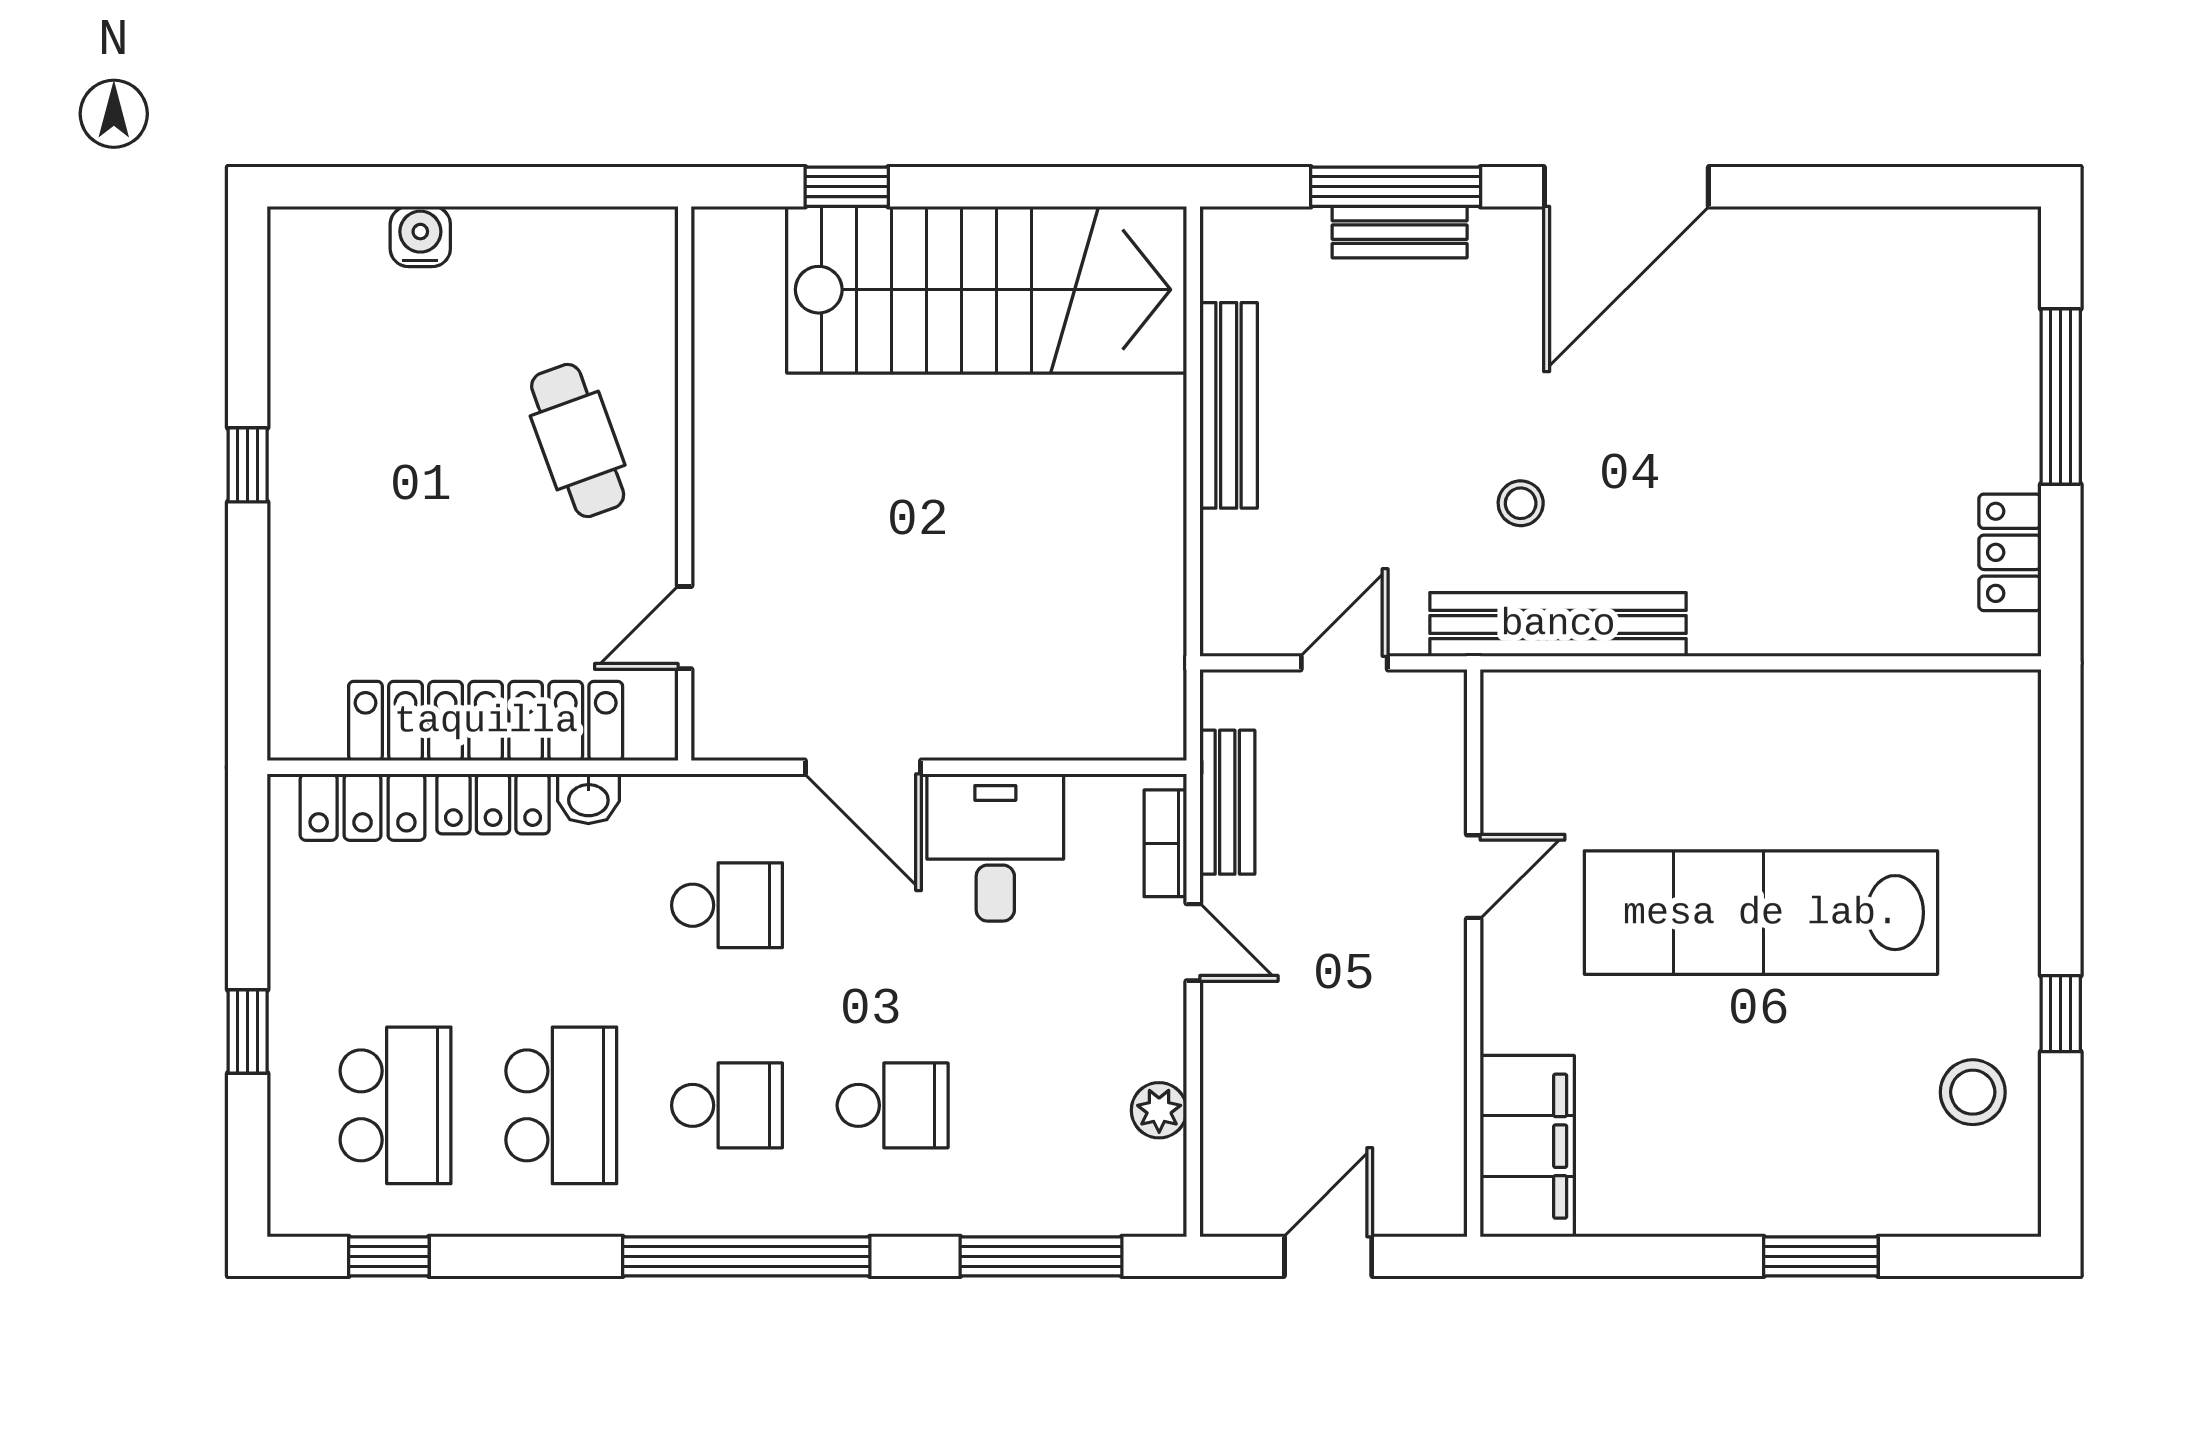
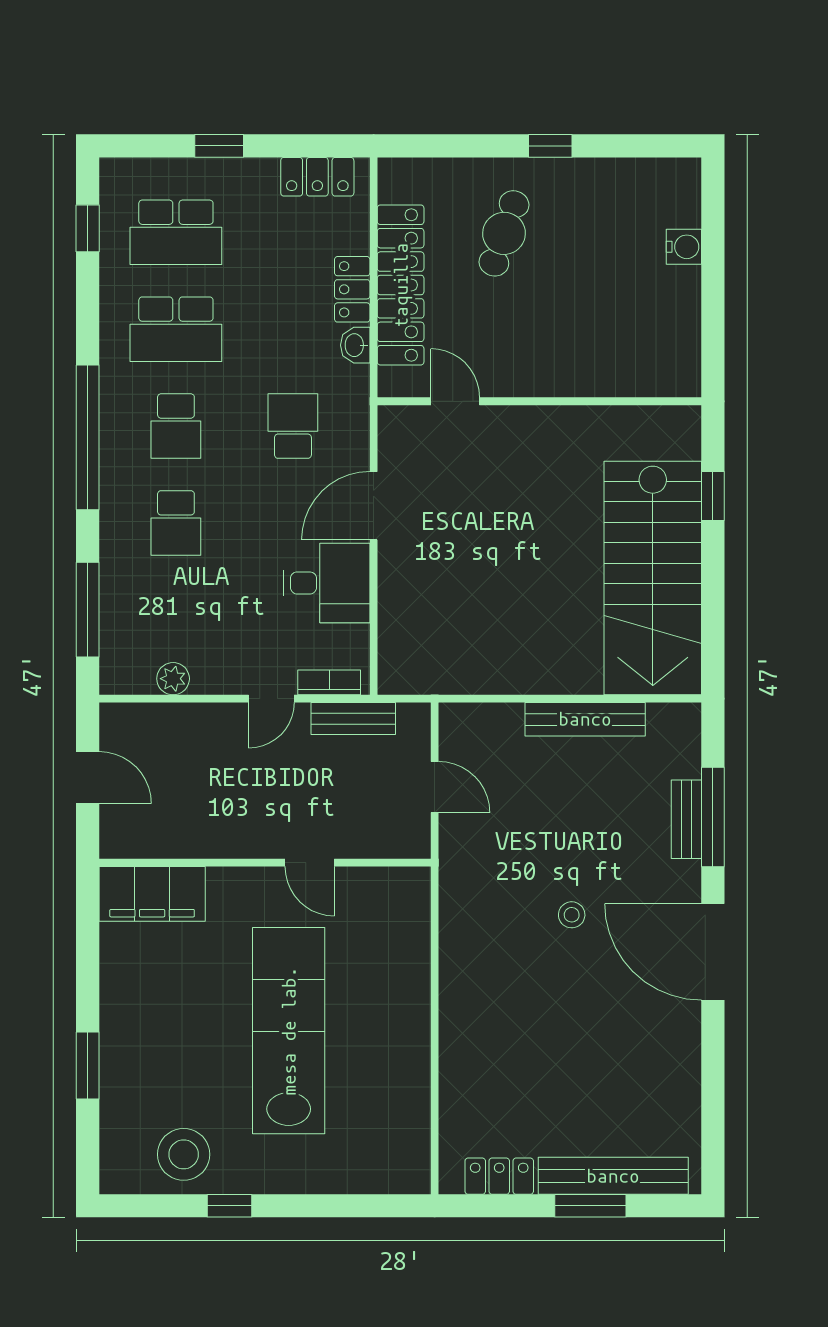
window: (2061, 397) -> (590, 1206), width x0.69
cafe table: (578, 440) -> (504, 233), moved, turned -51
stool: (1521, 503) -> (572, 915), moved
bench: (1558, 624) -> (613, 1176), moved, turned 90
locker: (363, 807) -> (317, 177), moved, turned -90
school desk: (727, 905) -> (293, 426), turned 180
stool: (1973, 1092) -> (184, 1154), width x1.38, depth x1.38

